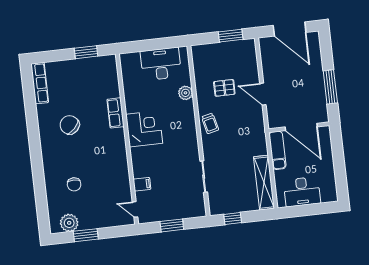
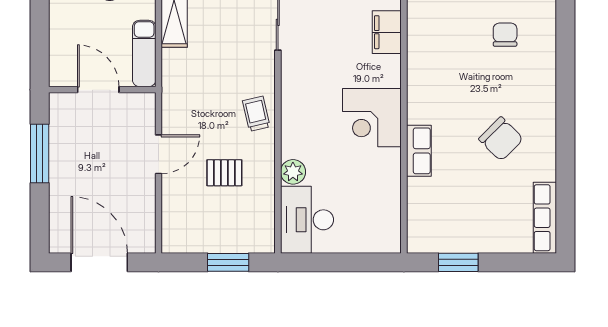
window: (231, 36) -> (228, 262), moved
desk: (161, 64) -> (307, 220), moved, turned 90
door: (263, 94) -> (159, 154), hinge flipped
door: (301, 127) -> (98, 90), width x0.73
filing cabinet: (142, 184) -> (387, 32), width x2.00

